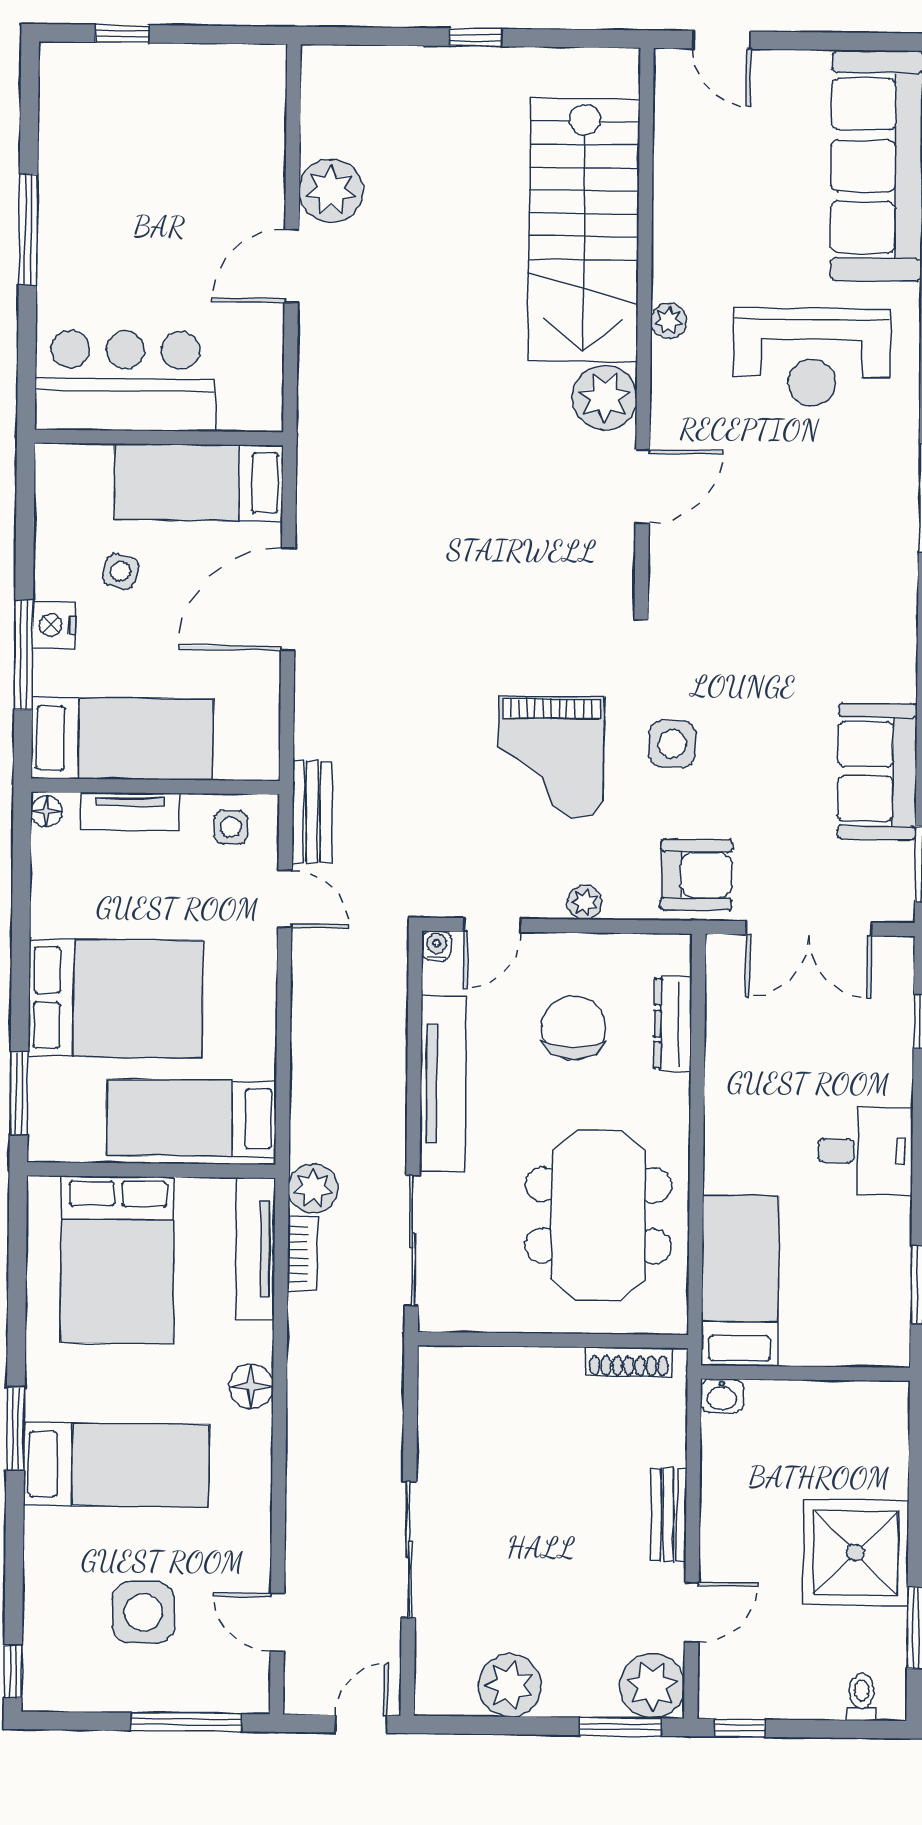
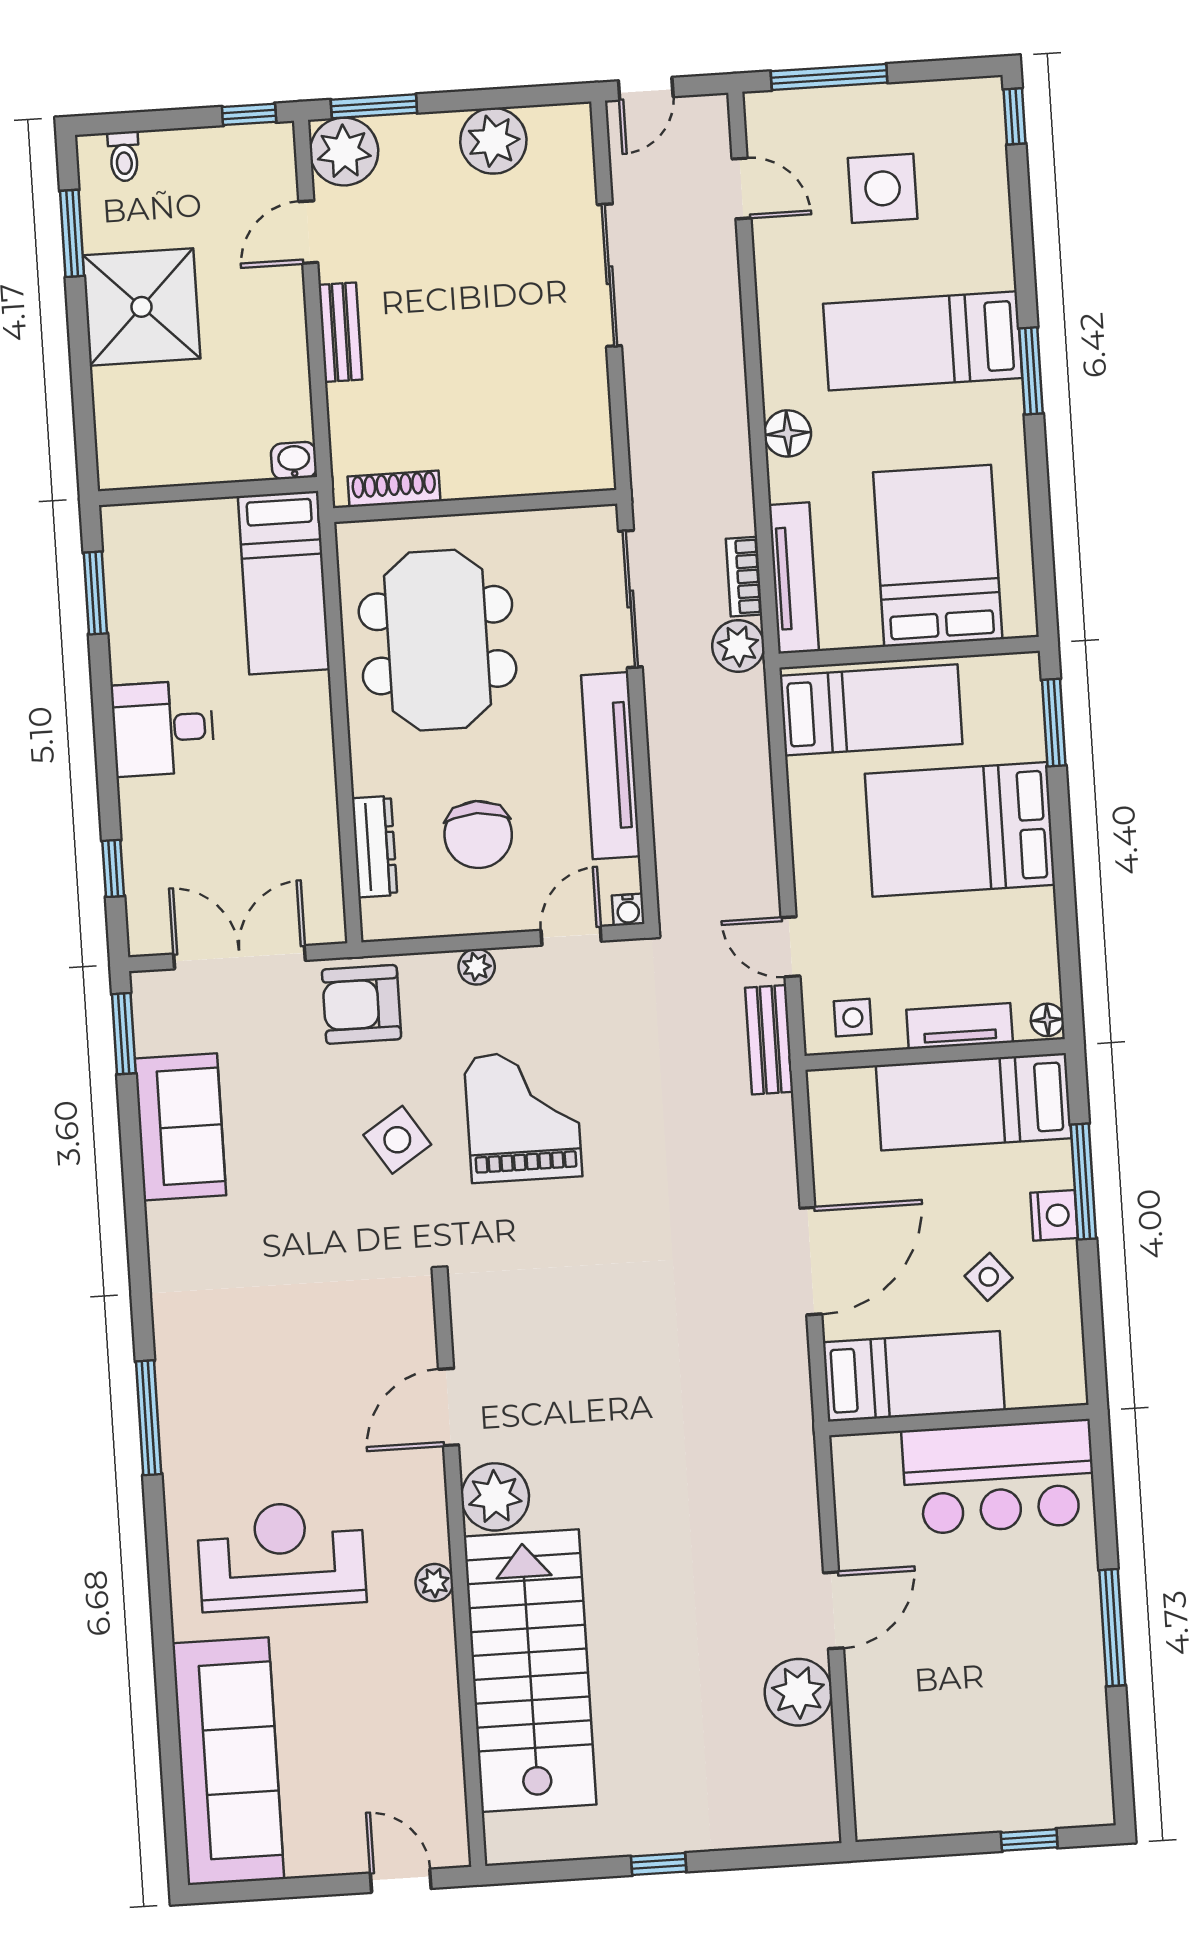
side table: (120, 571) -> (989, 1277), turned 36
side table: (672, 744) -> (397, 1140), turned -33

